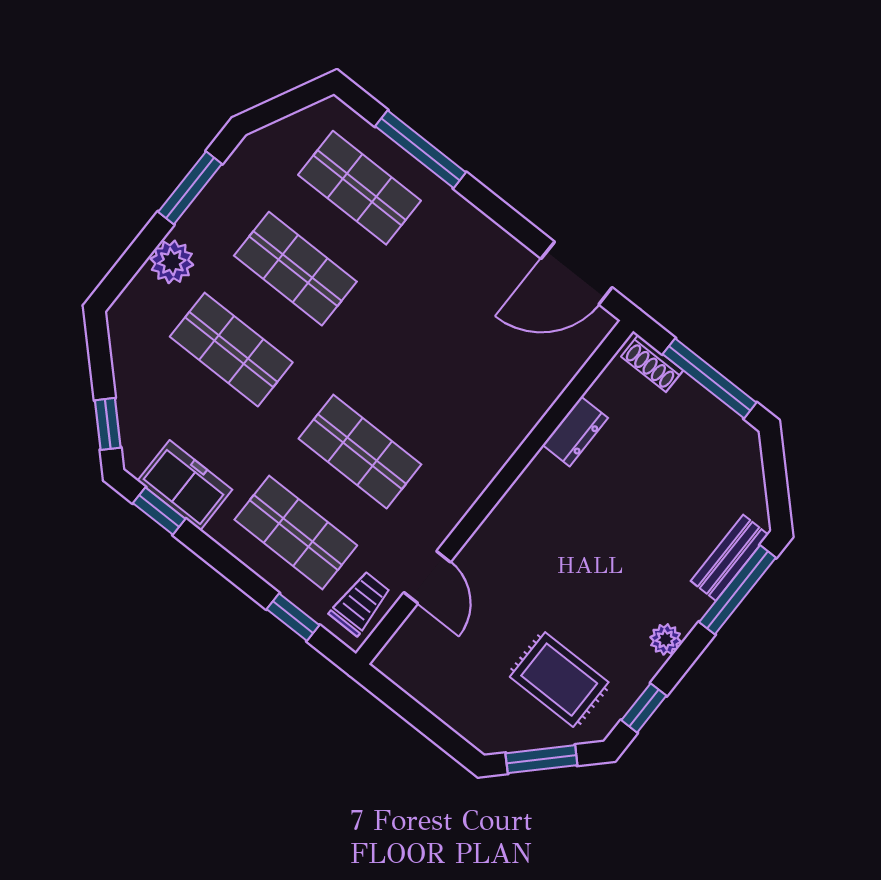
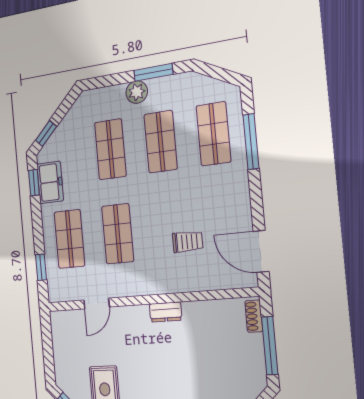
plant: (172, 262) -> (137, 92), moved
dresser: (575, 431) -> (166, 312), moved
trolley: (360, 603) -> (188, 242), moved

